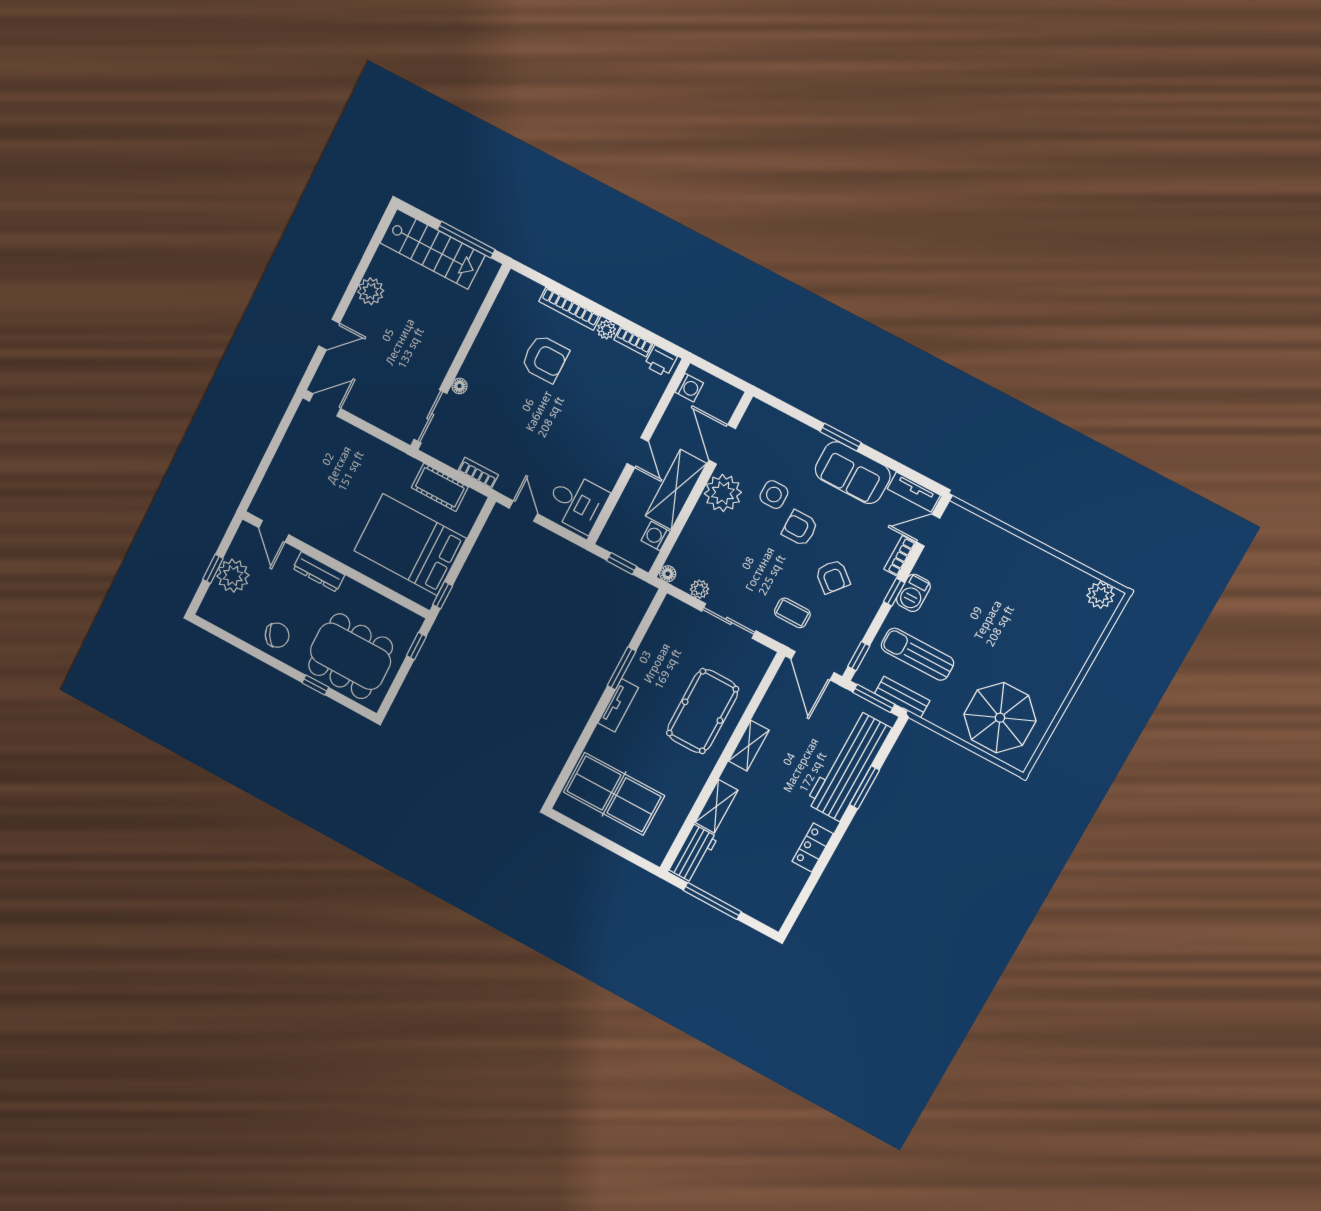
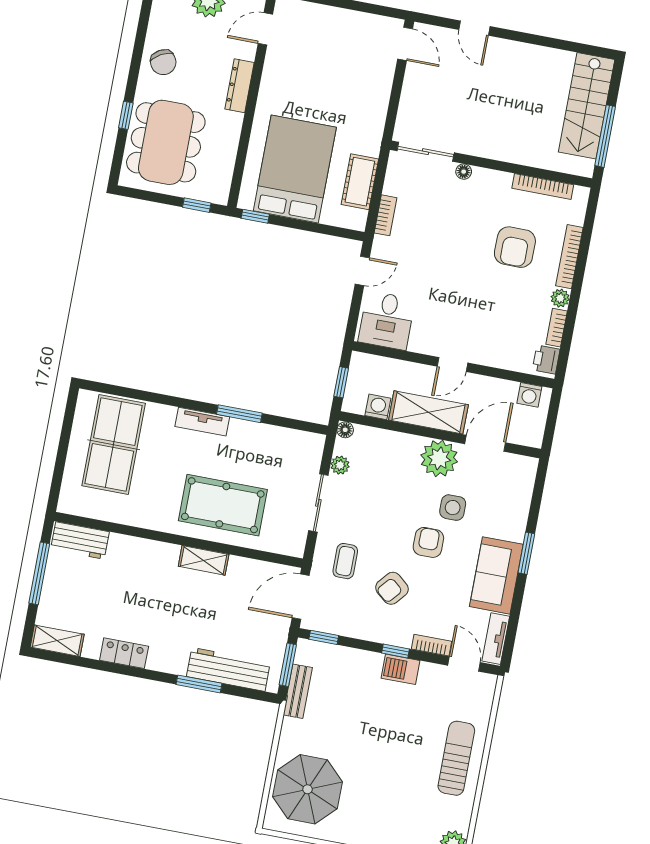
plant: (371, 291) -> (528, 57), removed
bookcase: (496, 314) -> (543, 187), added
sun lounger: (917, 654) -> (456, 758), moved
workbench: (849, 766) -> (228, 669), width x0.73, depth x0.76
shelving: (716, 806) -> (57, 641), moved

